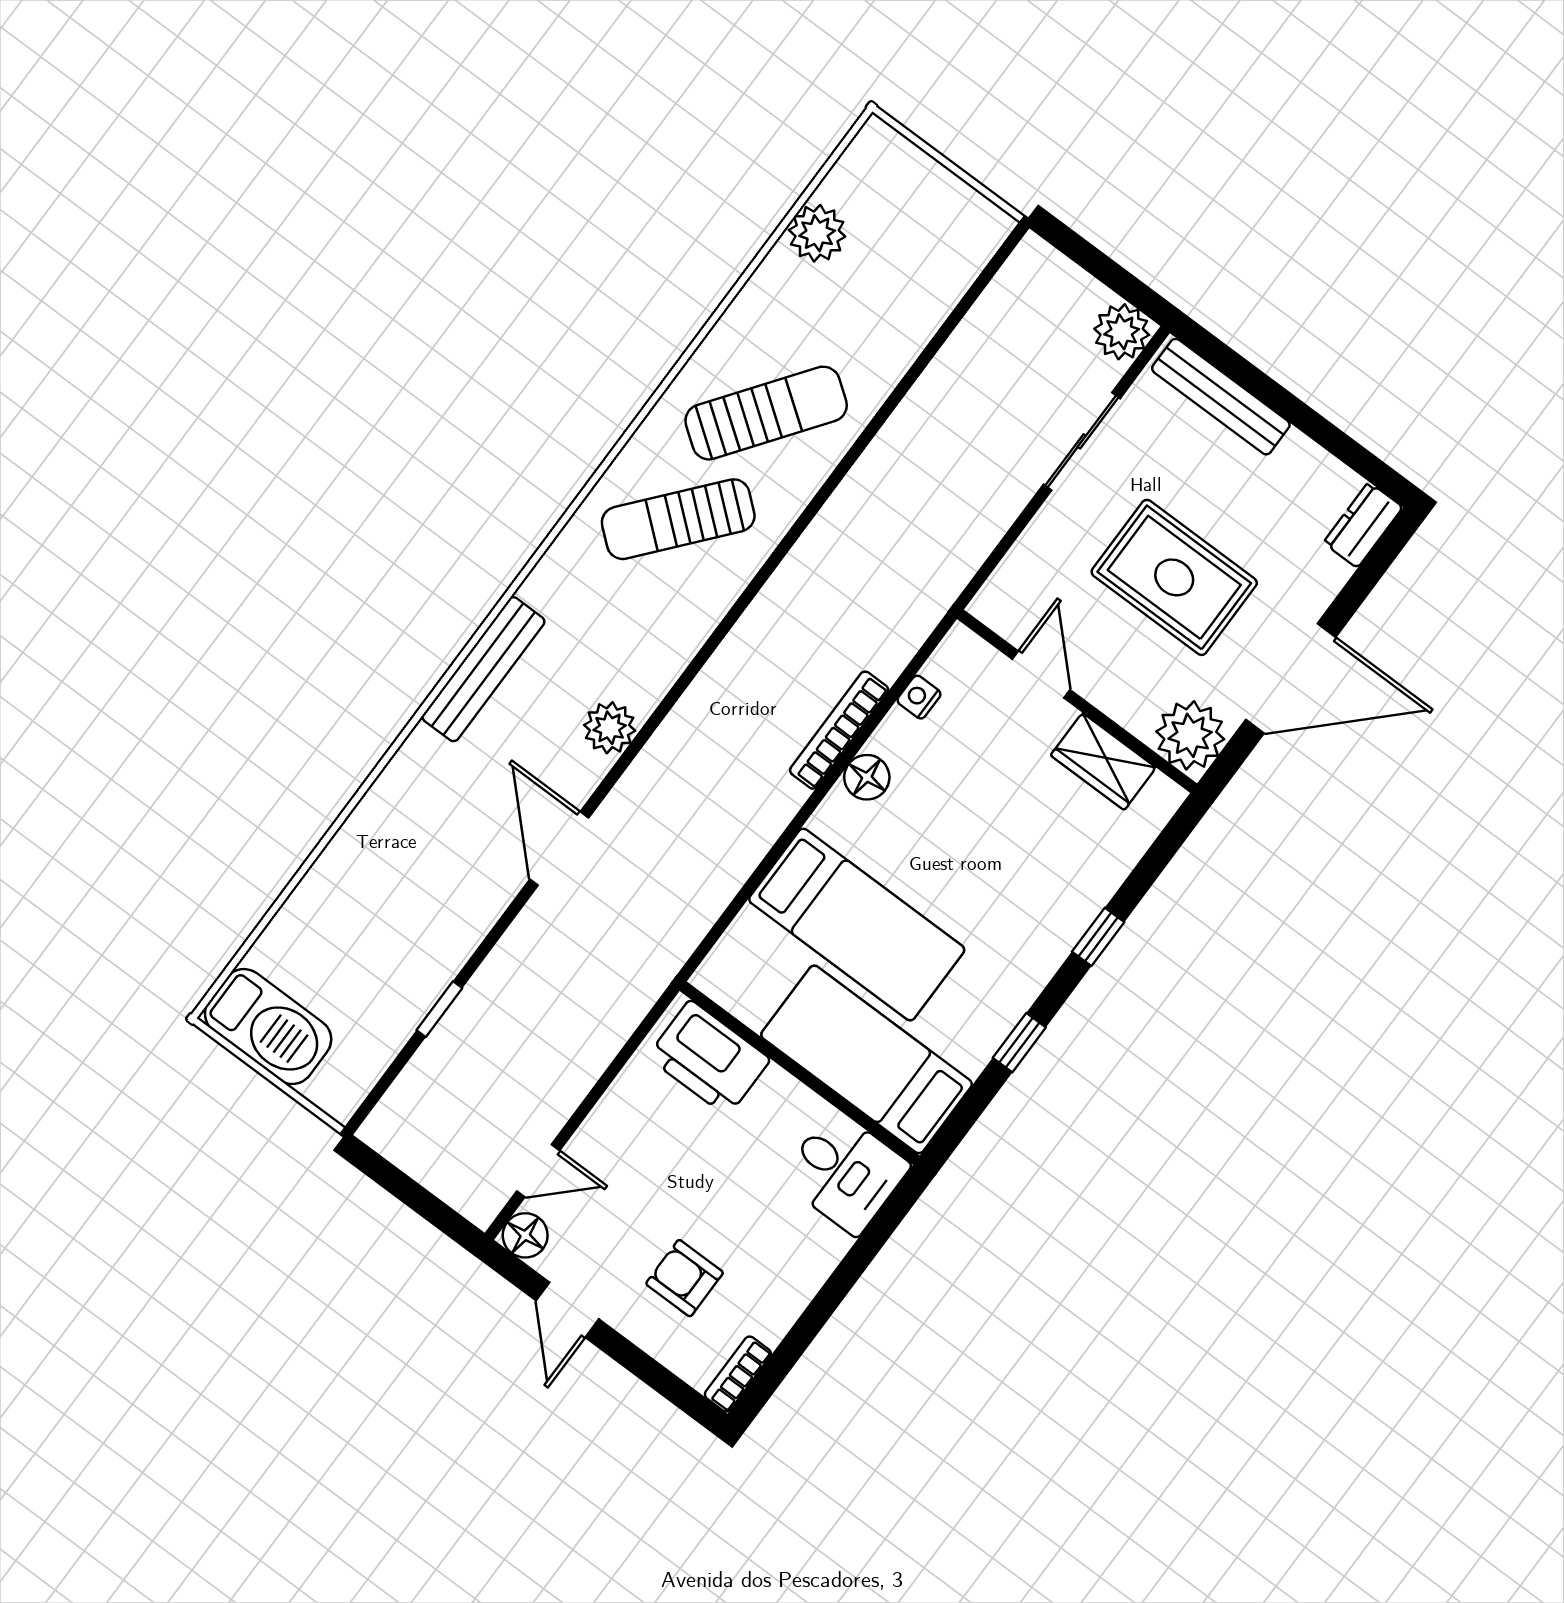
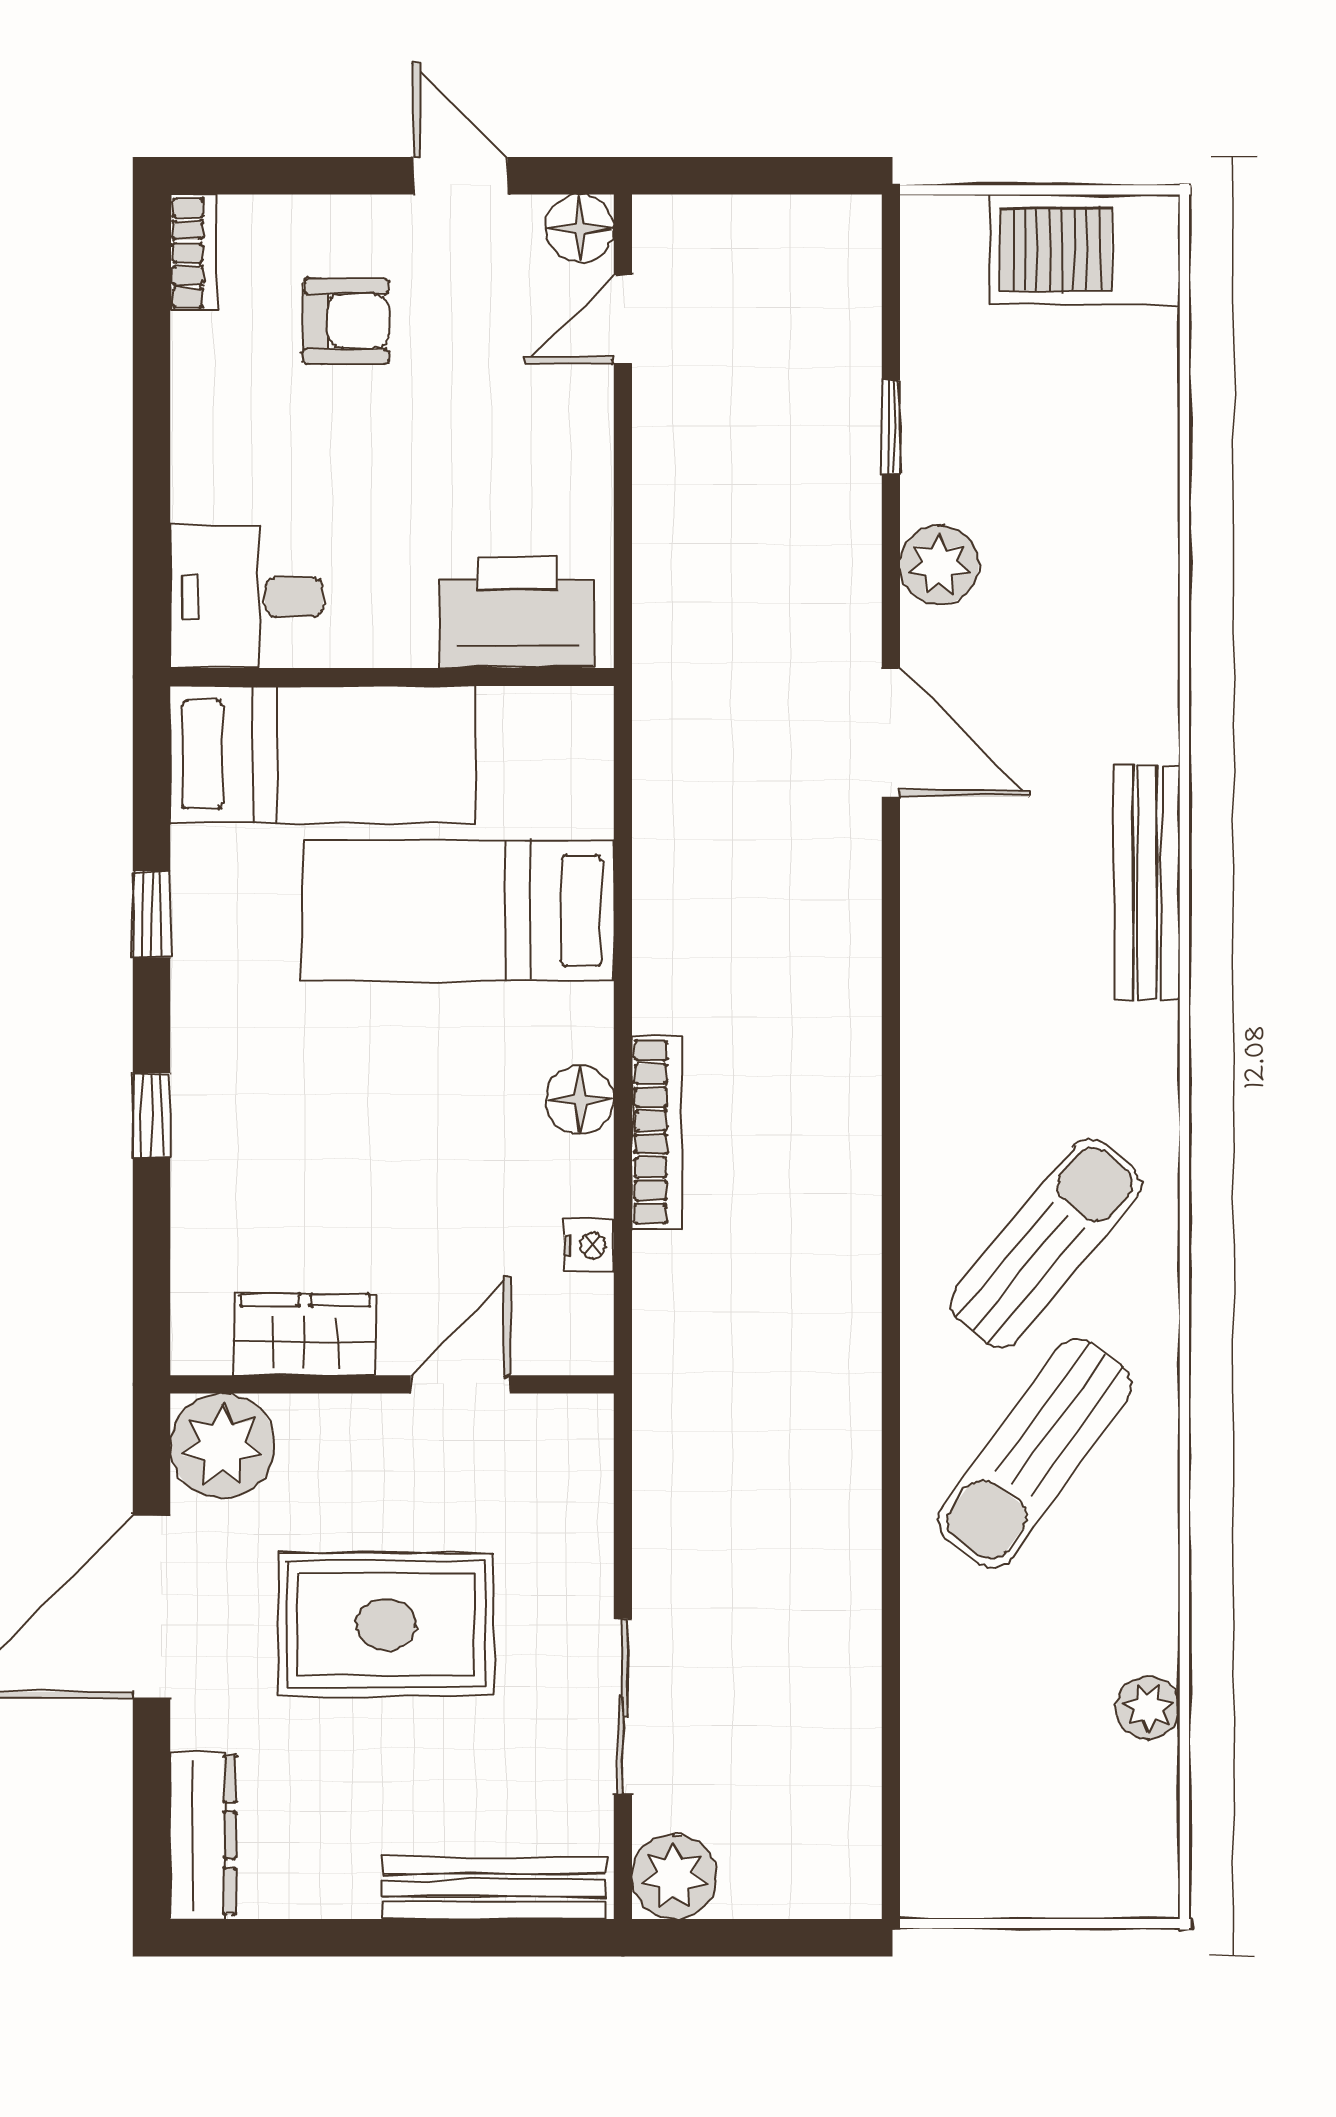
plant: (817, 233) -> (1148, 1708), width x0.73, depth x0.73
dresser: (1363, 525) -> (203, 1835), width x1.44
door: (1041, 674) -> (460, 1384), swing flipped
plant: (610, 728) -> (939, 565), moved

